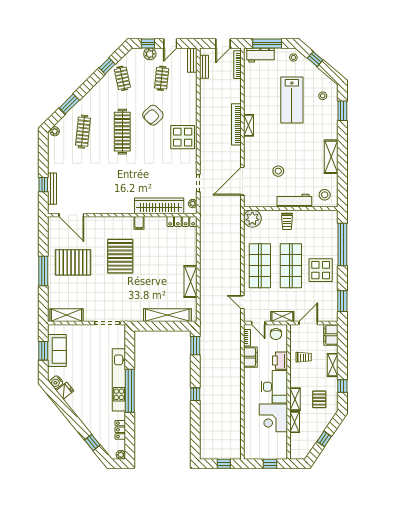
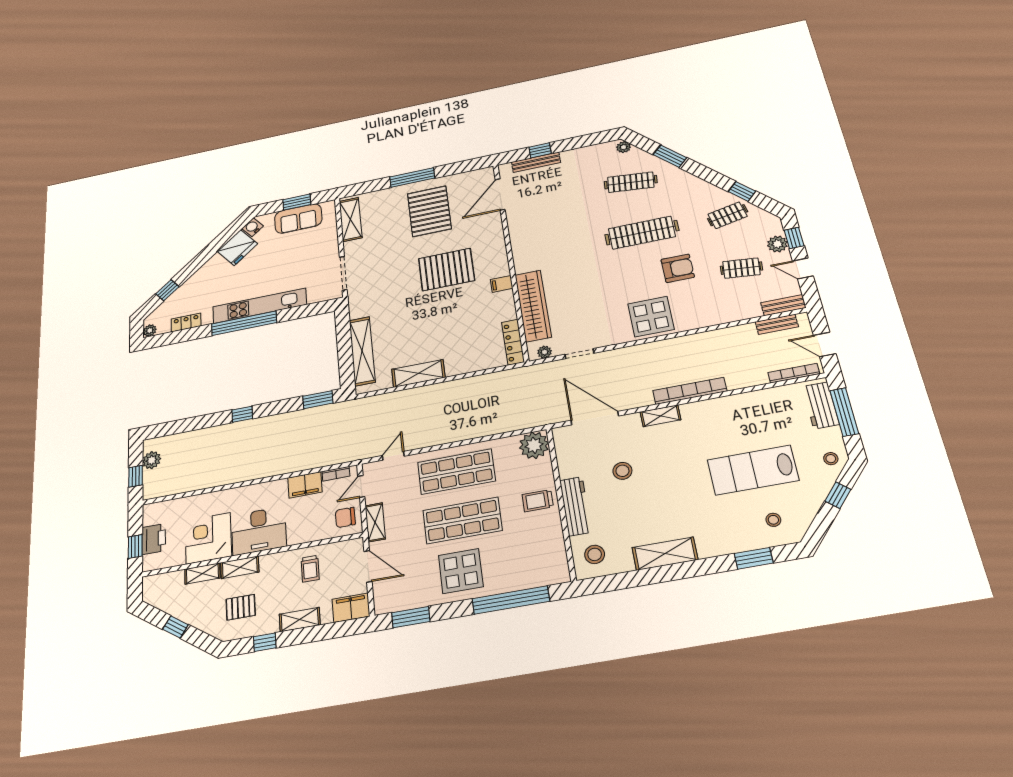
armchair: (153, 115) -> (678, 268), turned 134
shelving: (249, 125) -> (660, 416), moved
printer: (280, 361) -> (154, 539), moved, turned 90
fridge: (65, 391) -> (237, 248), width x1.88, depth x1.34
plant: (215, 453) -> (152, 460), added

